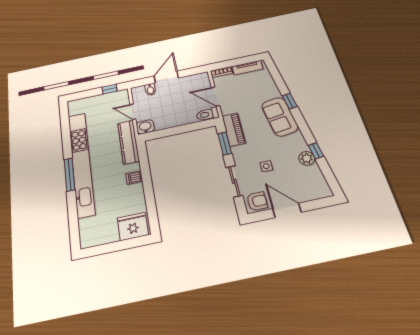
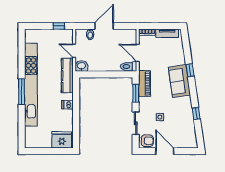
plant: (307, 158) -> (188, 118), removed

